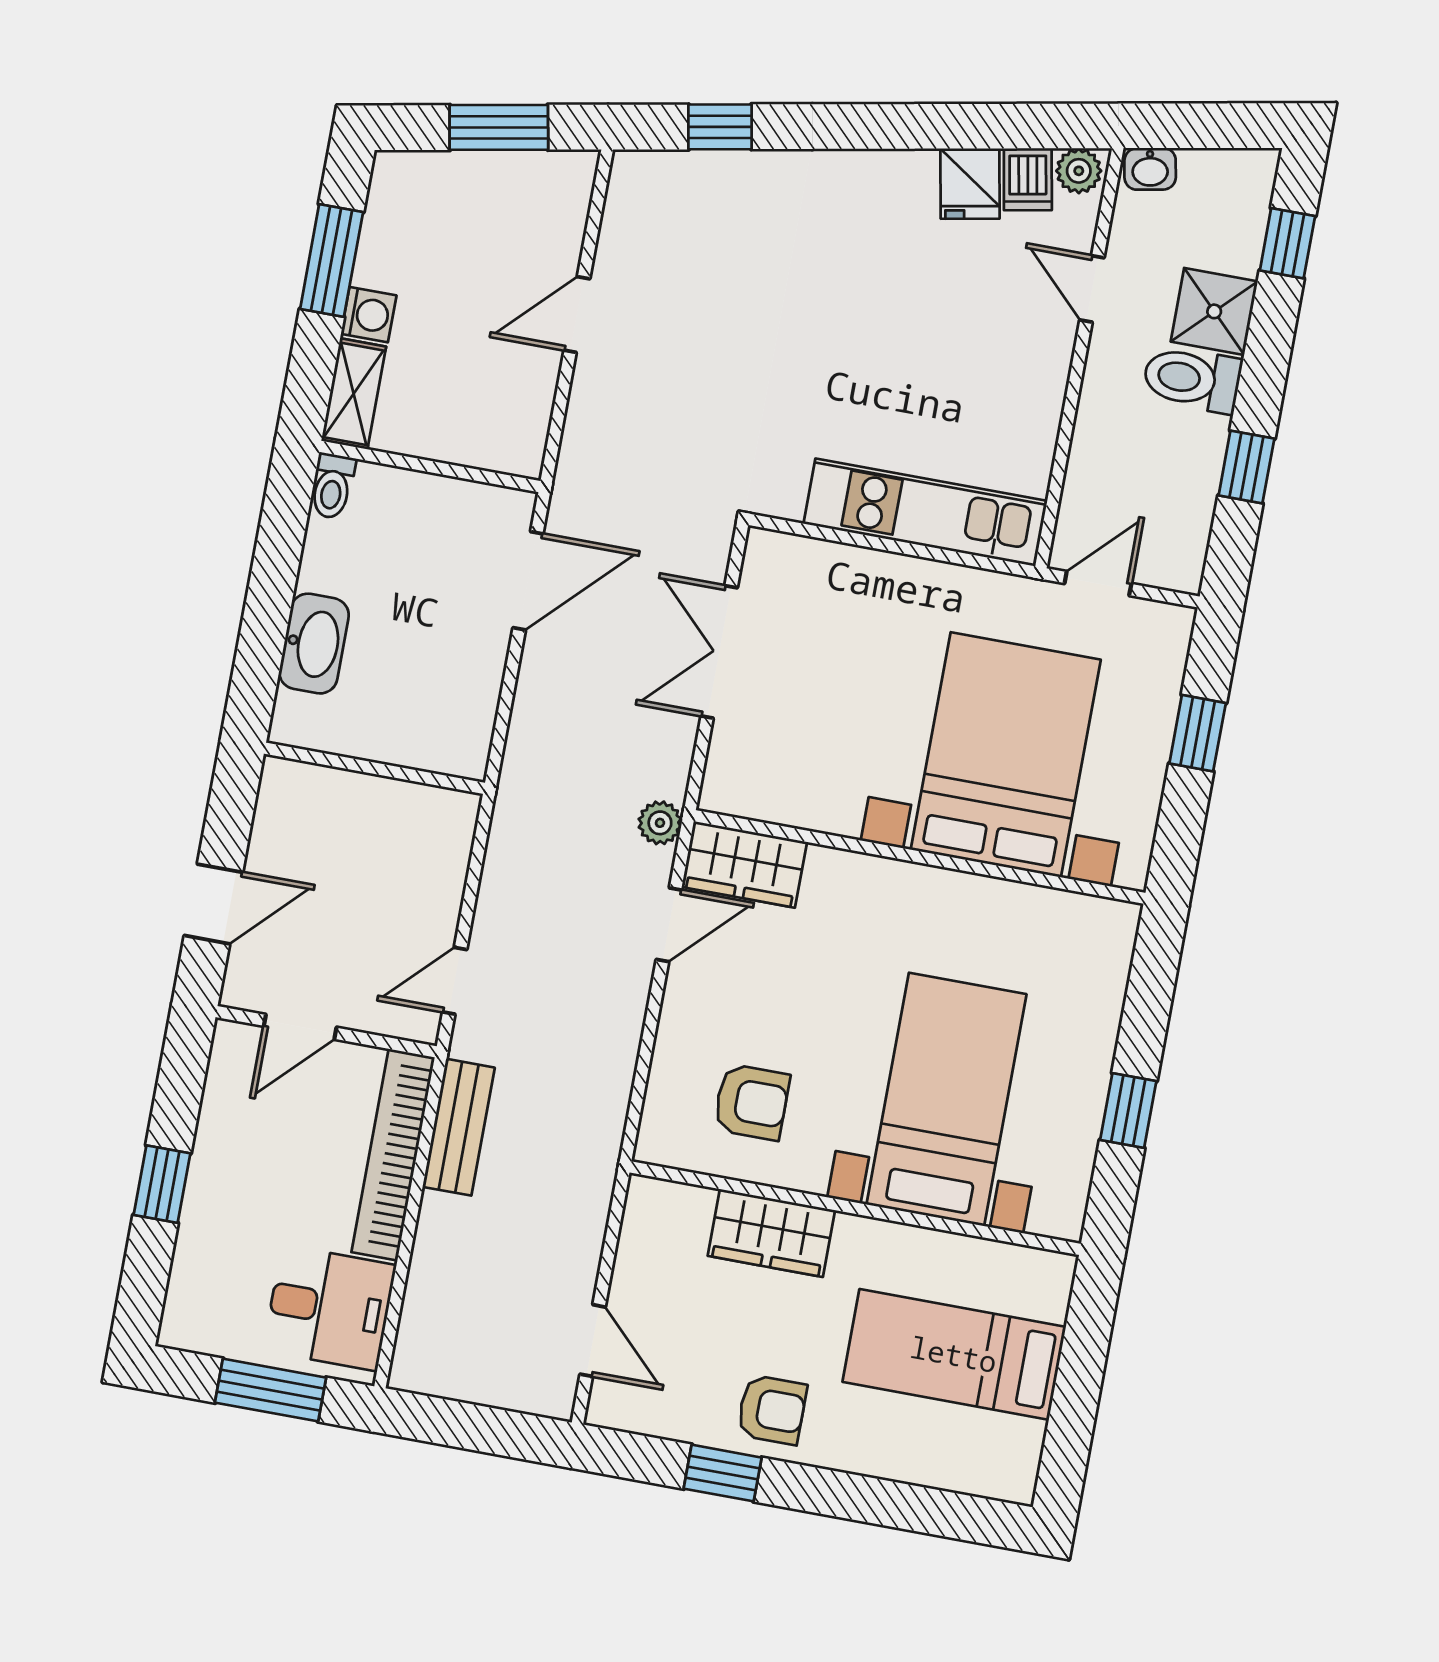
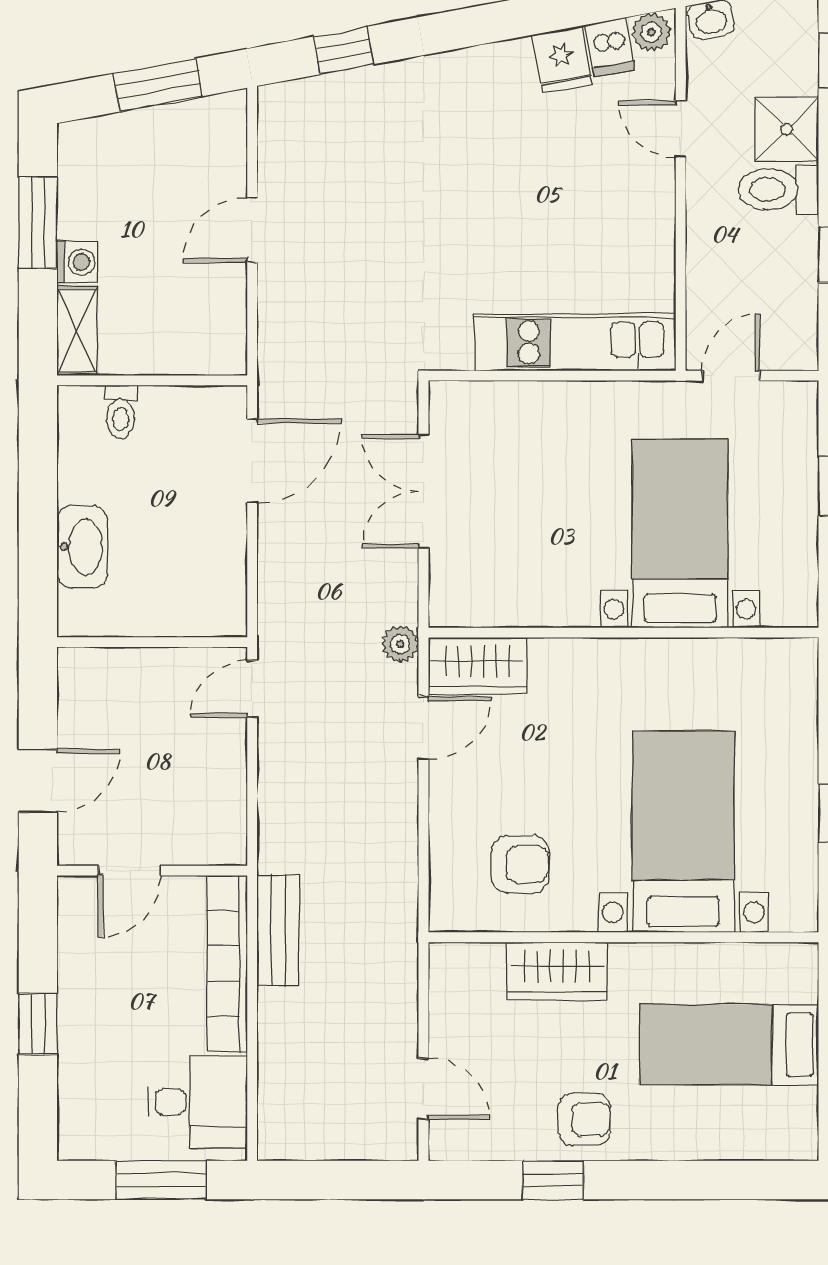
toilet: (332, 486) -> (120, 412), moved
bed with nightstands: (1006, 755) -> (680, 533), width x0.73
door: (455, 981) -> (252, 689), moved

